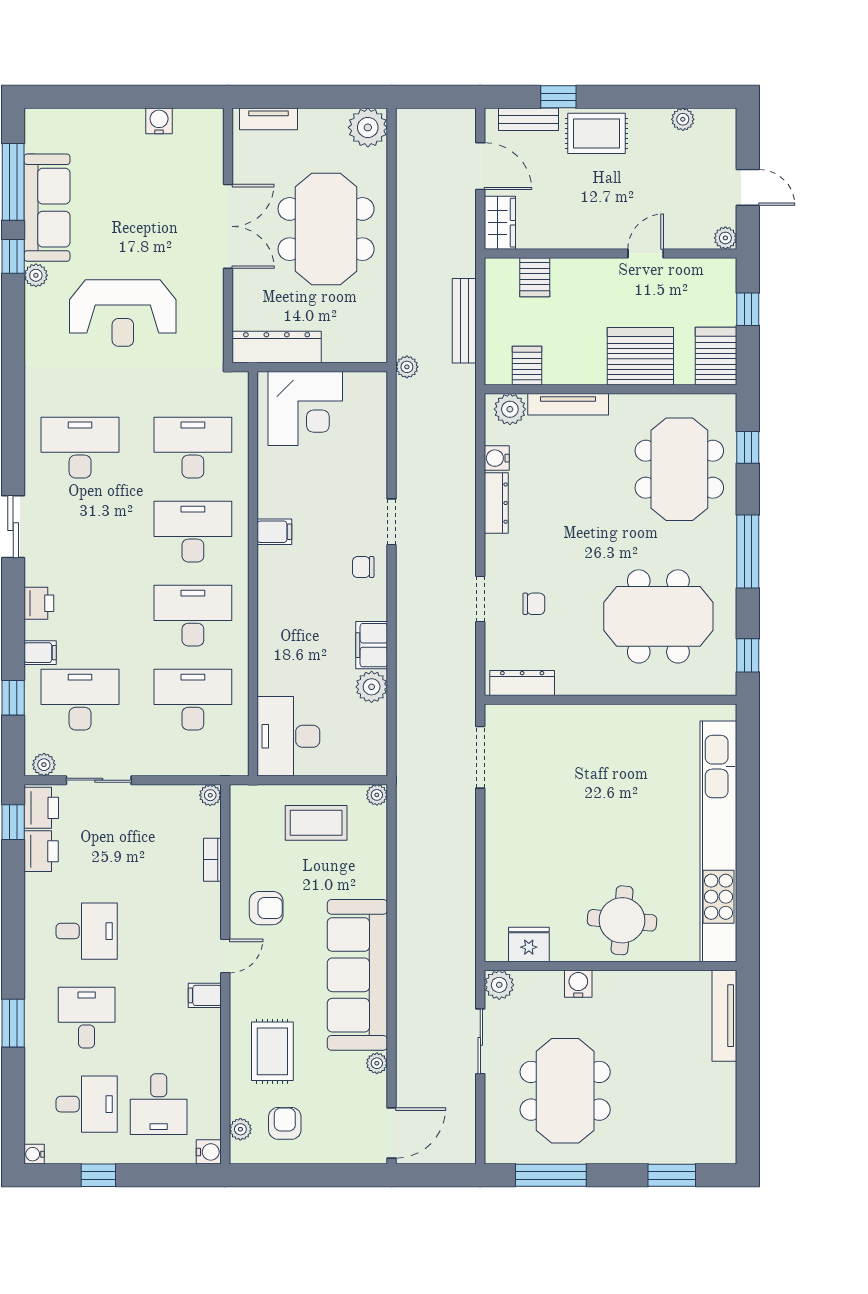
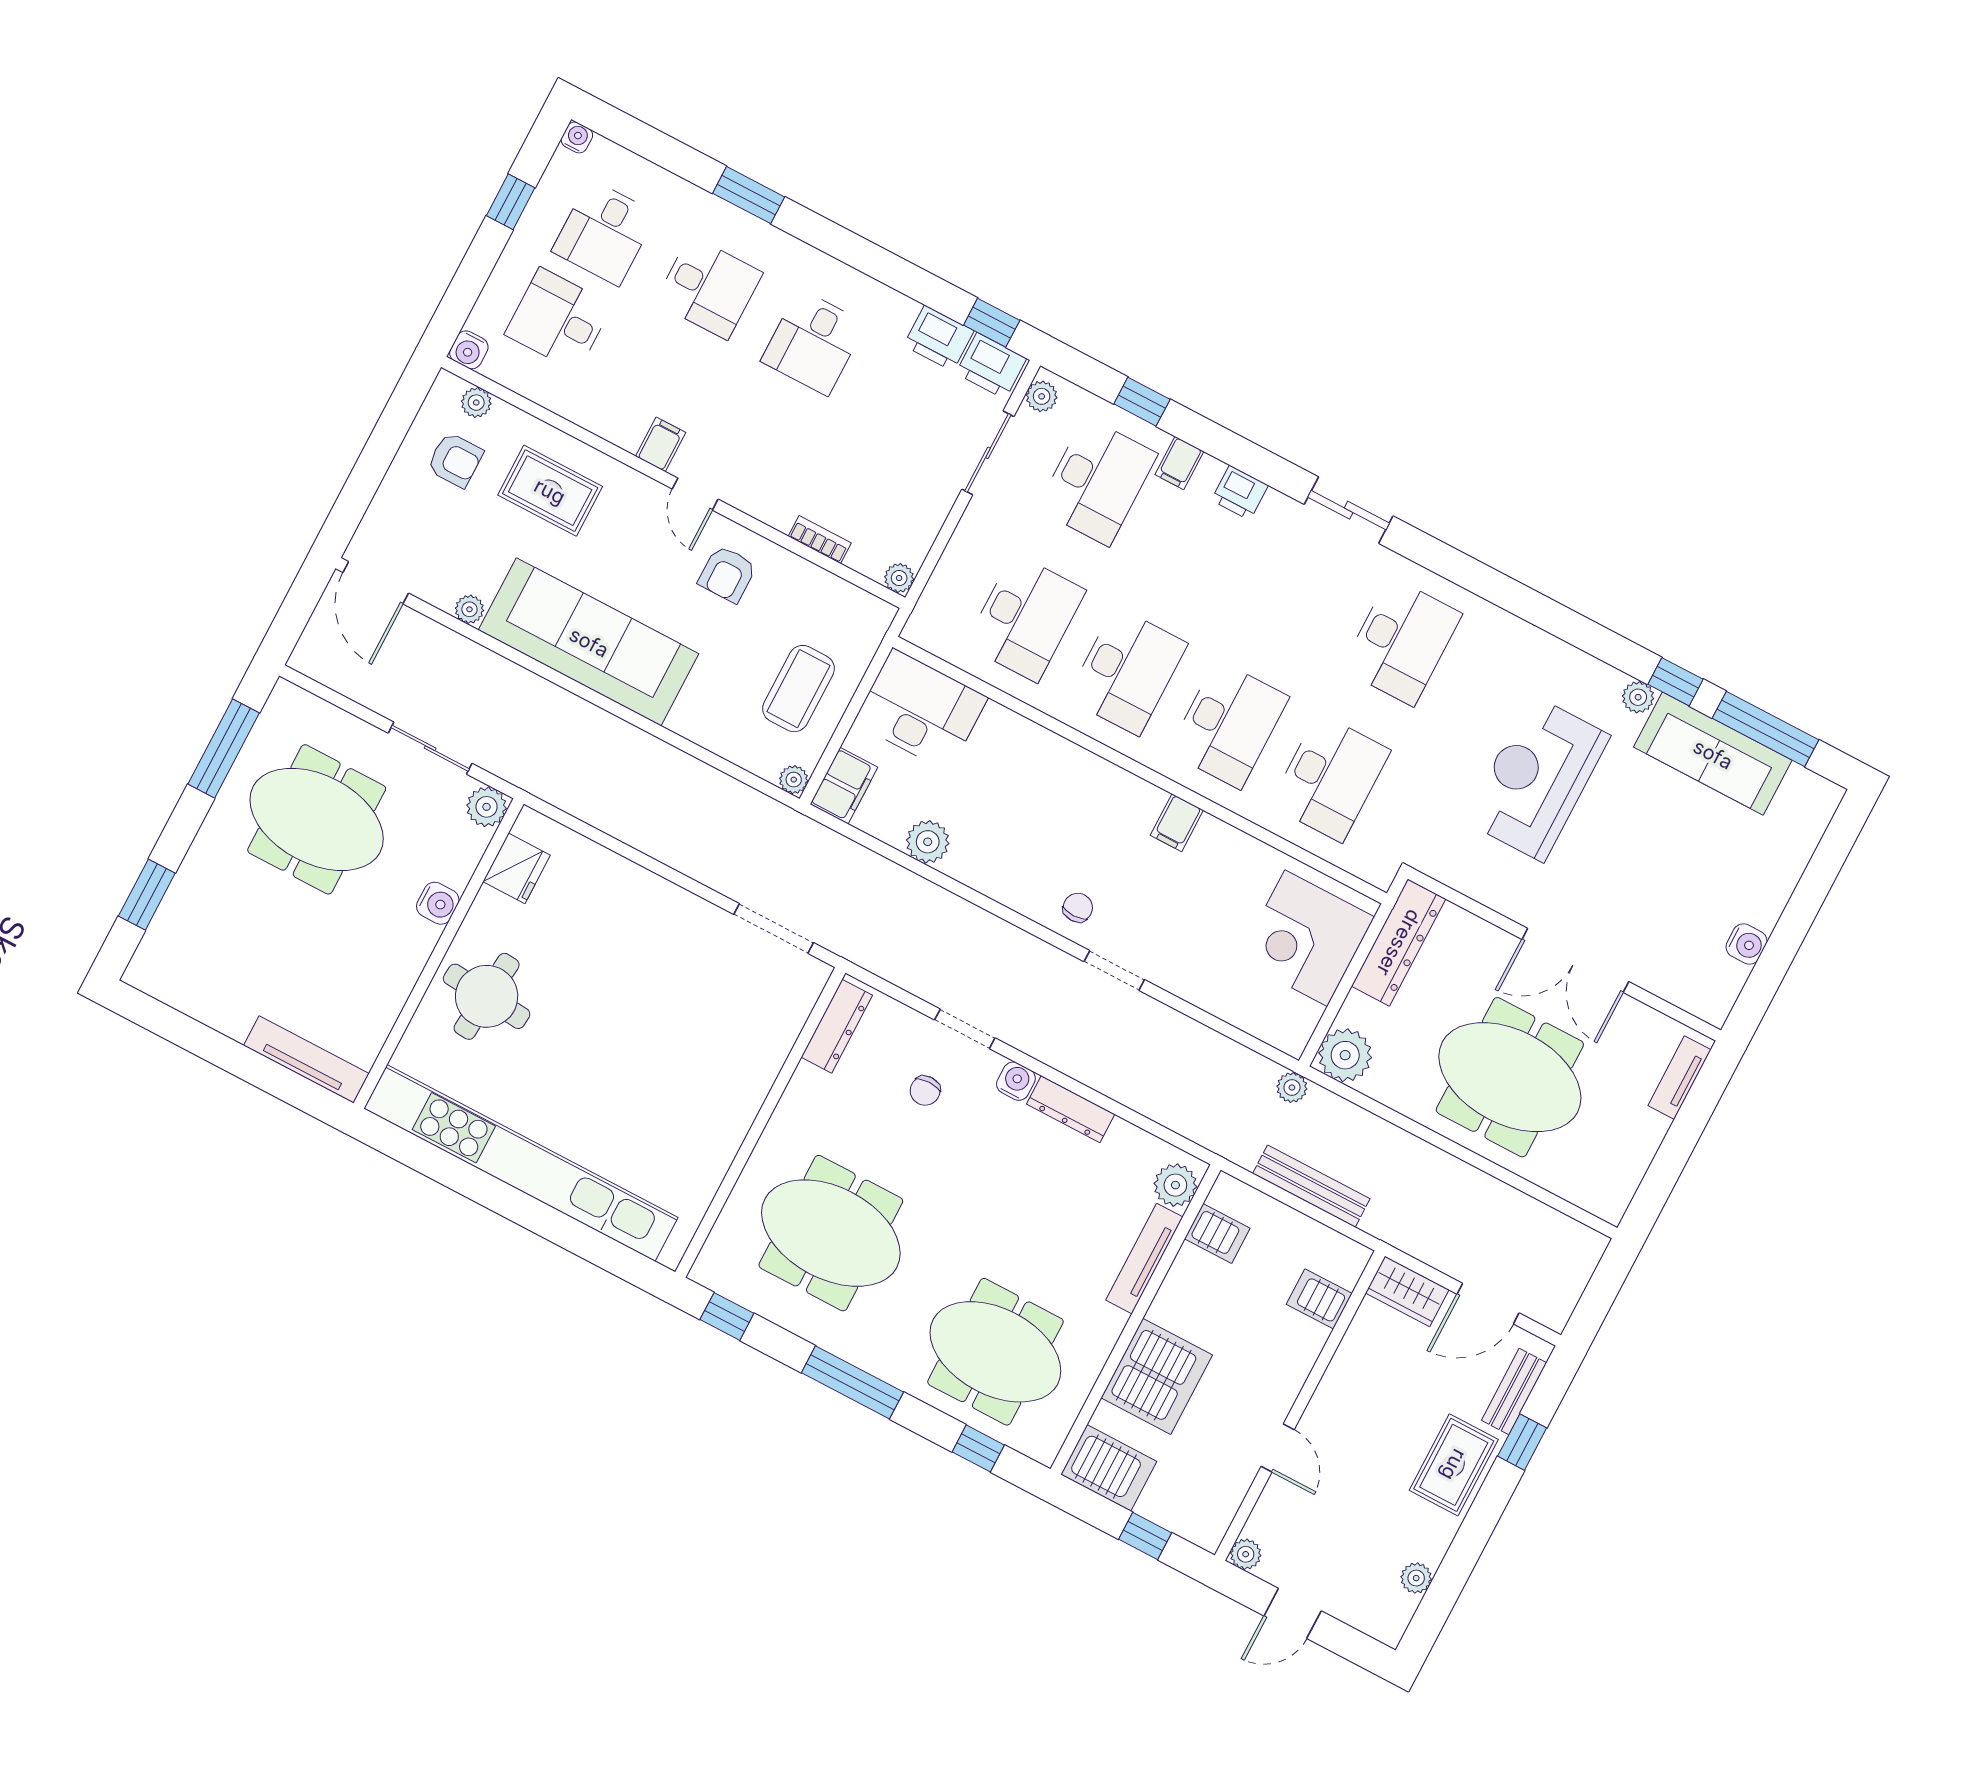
plant: (368, 127) -> (1345, 1055), moved
water cooler: (497, 458) -> (1016, 1081), moved
meeting table: (658, 616) -> (831, 1233), turned 90
filing cabinet: (372, 645) -> (844, 786), moved, turned 90

